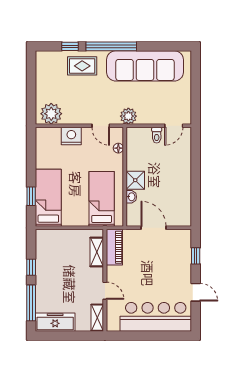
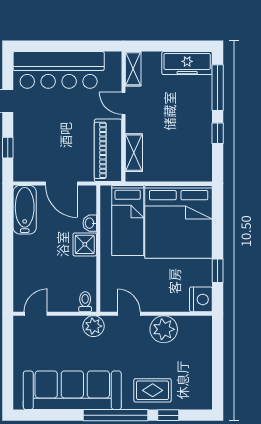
plant: (51, 114) -> (164, 329), moved
toilet: (157, 135) -> (85, 302), moved
nightstand: (71, 136) -> (201, 299), moved, turned -90
floor lamp: (118, 148) -> (106, 285), removed
window: (31, 196) -> (218, 271), moved
bed: (48, 198) -> (179, 222), width x2.04
bathtub: (182, 207) -> (25, 210), added
piano: (114, 247) -> (108, 150), width x1.37, depth x1.33

